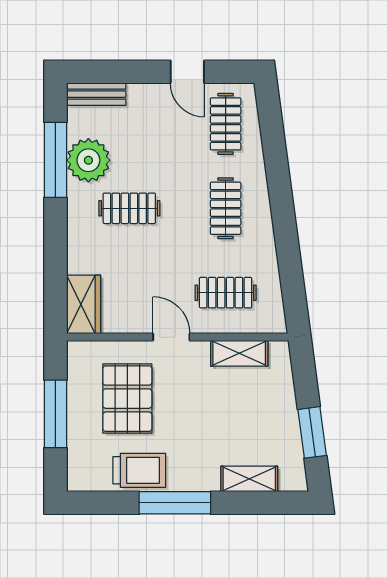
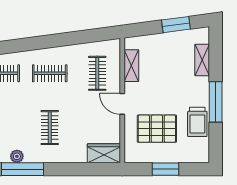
plant: (88, 160) -> (17, 156), width x0.53, depth x0.53
door: (171, 337) -> (122, 104), hinge flipped
window: (55, 414) -> (166, 169), width x0.69
trolley: (139, 470) -> (197, 122), turned 180

